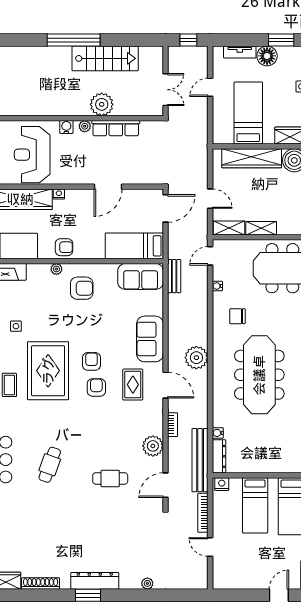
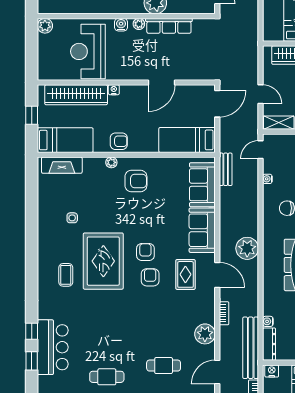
sofa: (141, 276) -> (202, 185), moved, turned 90
cafe table: (50, 465) -> (107, 377), moved, turned 70

